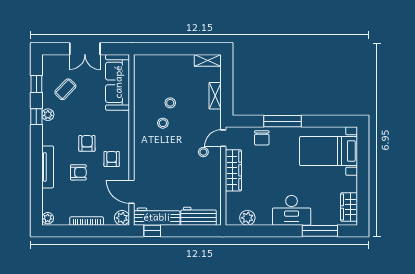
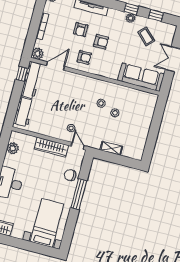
shelving: (208, 60) -> (140, 150), removed

